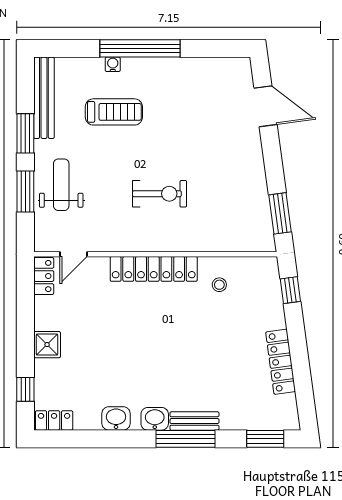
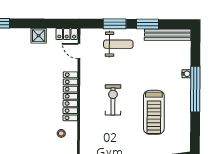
treadmill: (114, 112) -> (154, 112), moved, width x1.37, depth x1.38
exercise bike: (160, 194) -> (113, 100), turned 180
shower: (47, 345) -> (39, 36), moved

